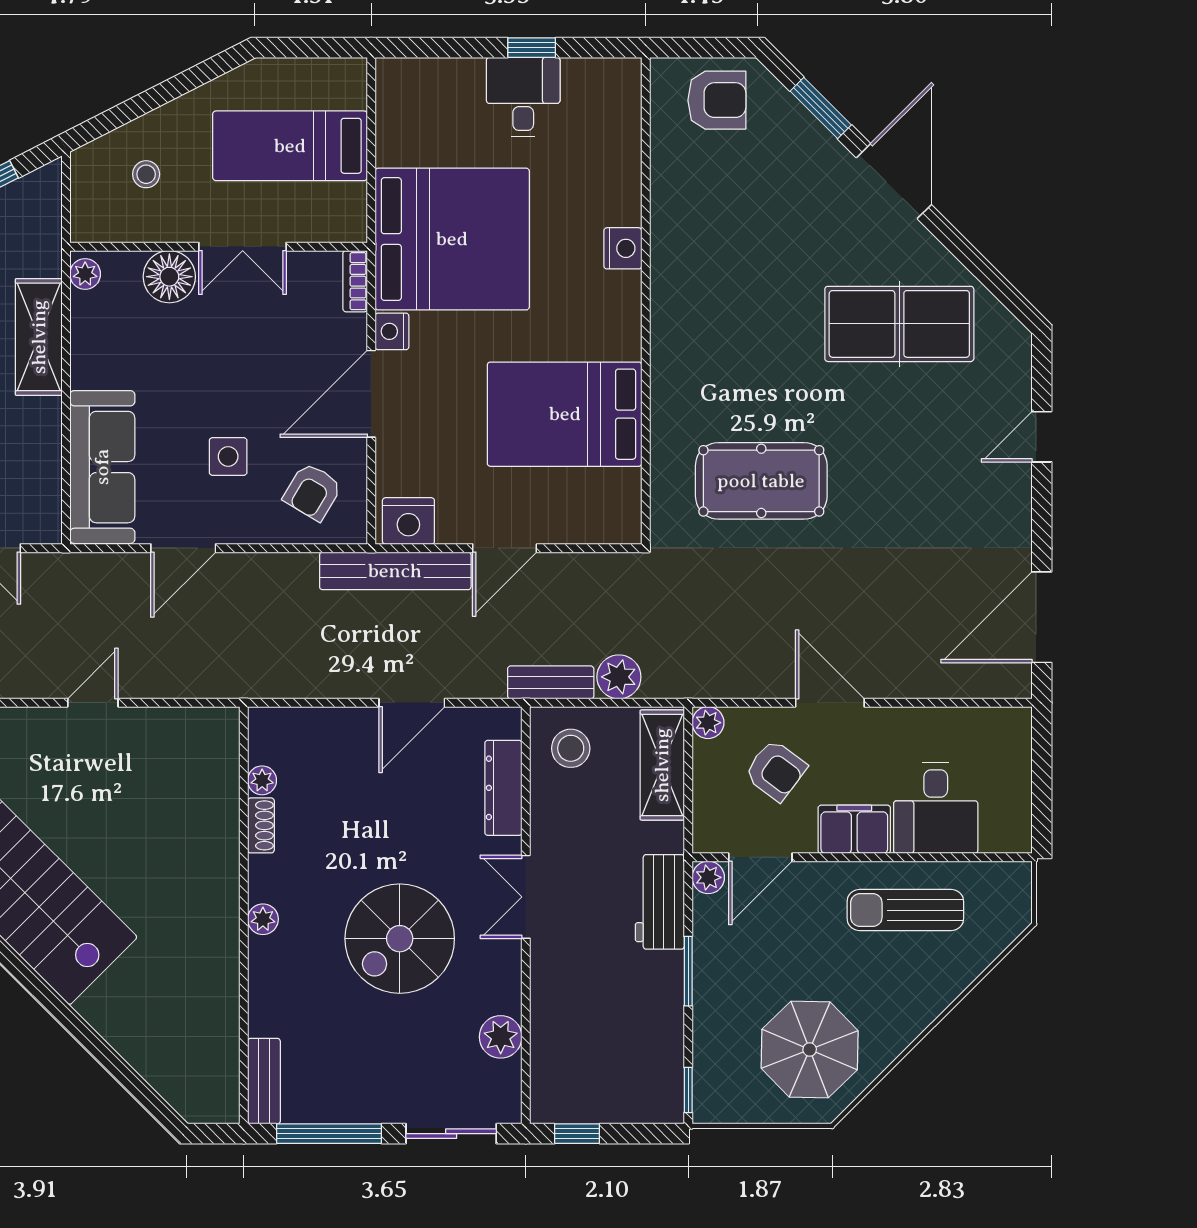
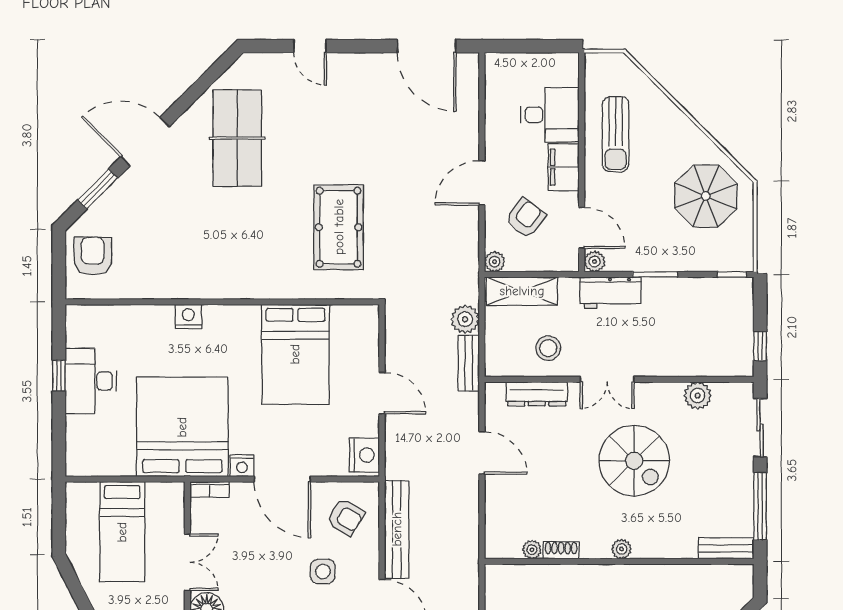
desk: (523, 97) -> (91, 381), width x1.37
bench: (395, 571) -> (397, 529), moved
stool: (571, 748) -> (548, 348), moved

